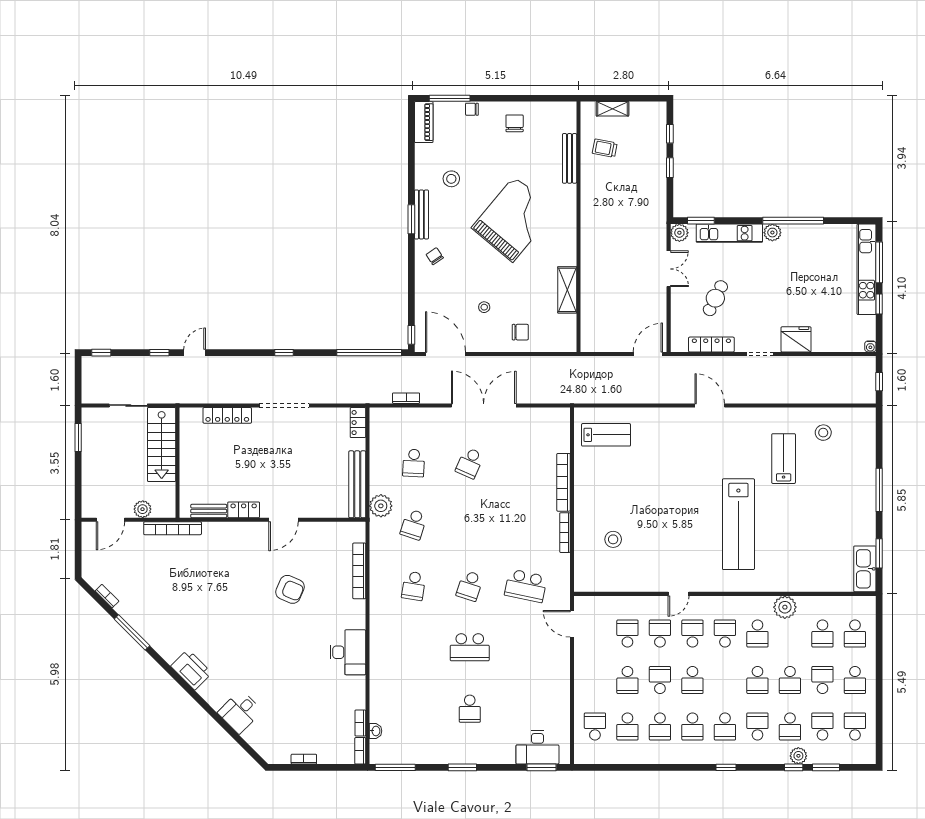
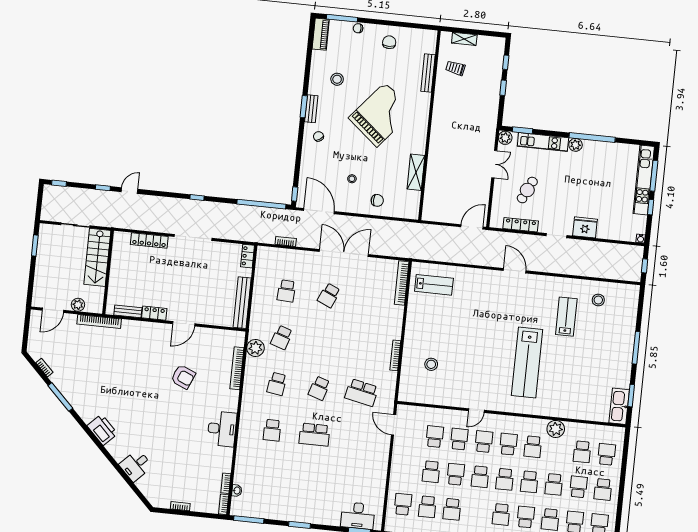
bench: (421, 214) -> (311, 109), width x0.73
bookcase: (563, 482) -> (402, 283), moved
plant: (381, 506) -> (255, 348), moved
school desk: (855, 634) -> (607, 454), turned 180
school desk: (470, 709) -> (272, 430), moved
school desk: (692, 726) -> (505, 479), moved

